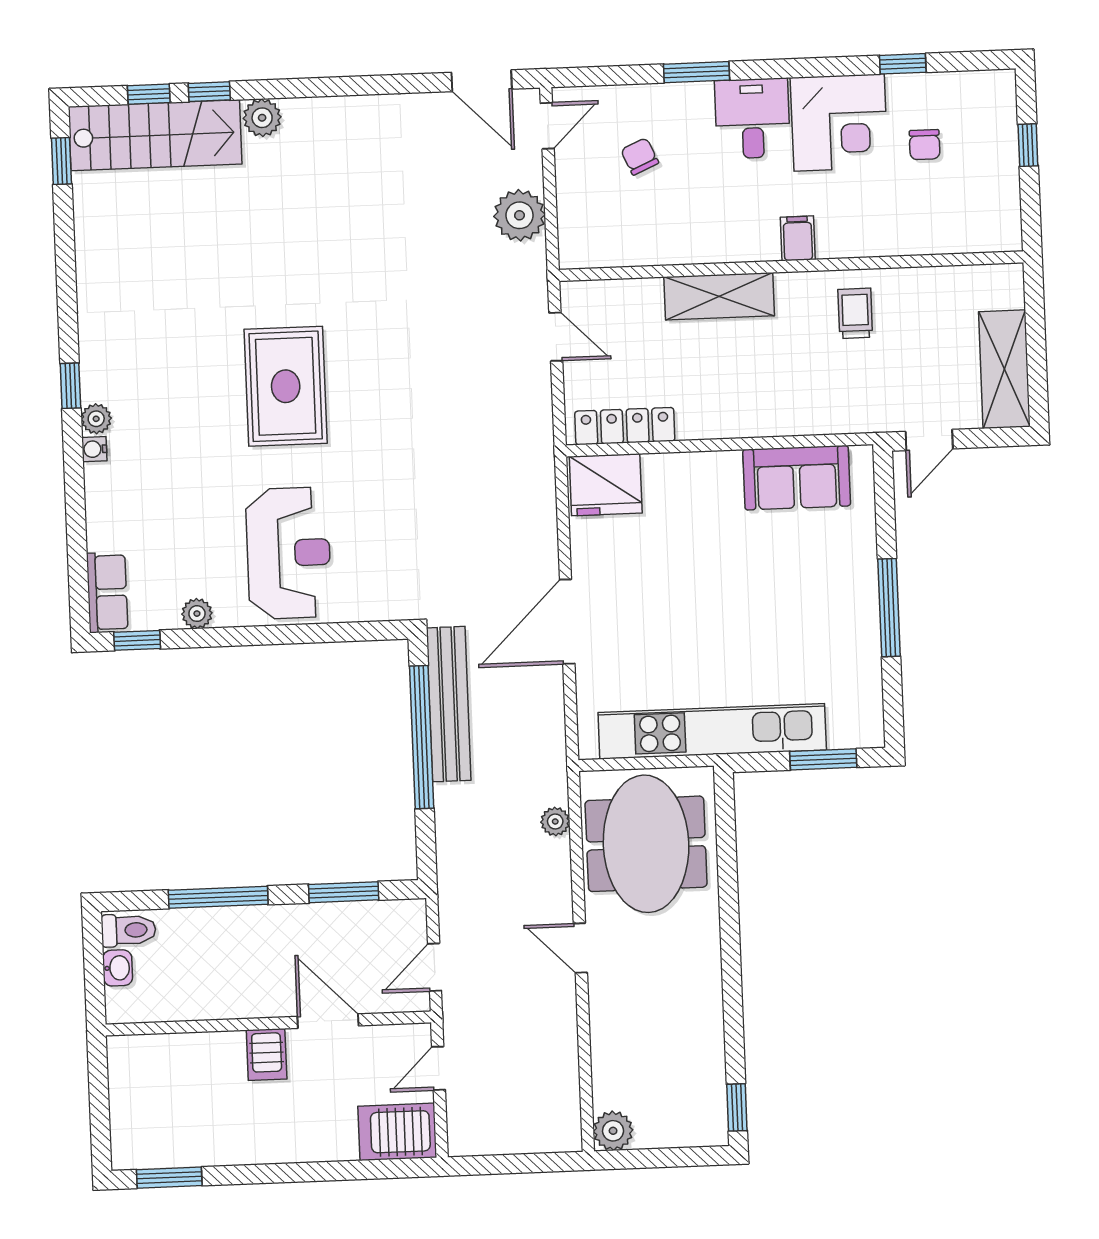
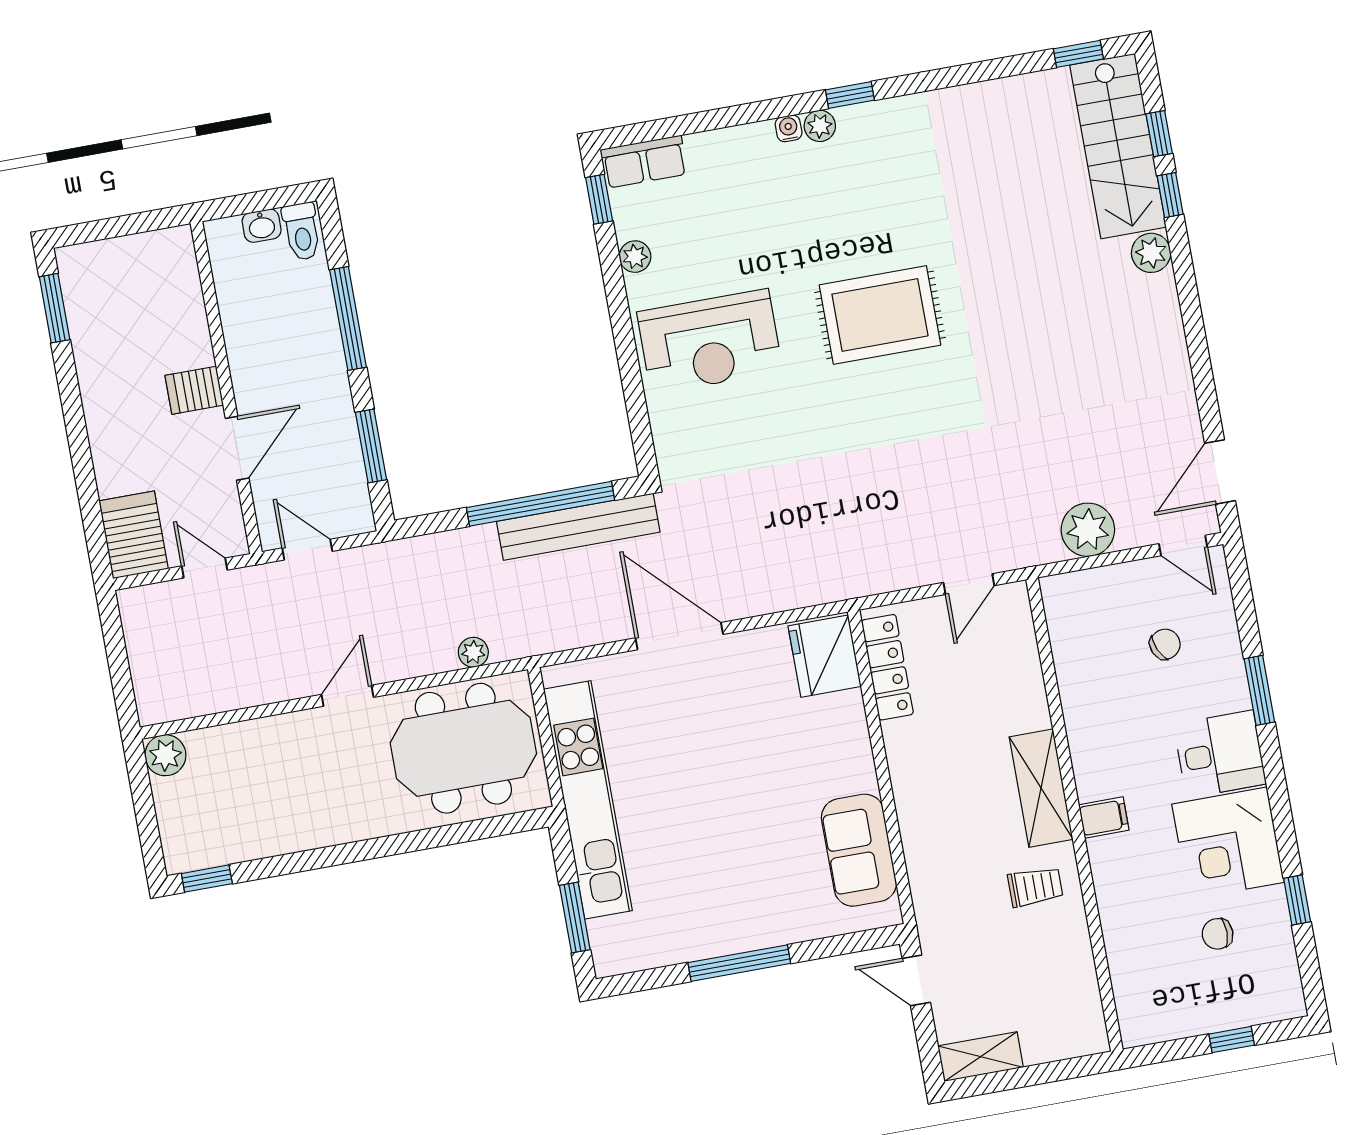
shelving: (719, 296) -> (1041, 788), moved
shelving: (1004, 369) -> (981, 1057), width x0.67, depth x0.75

